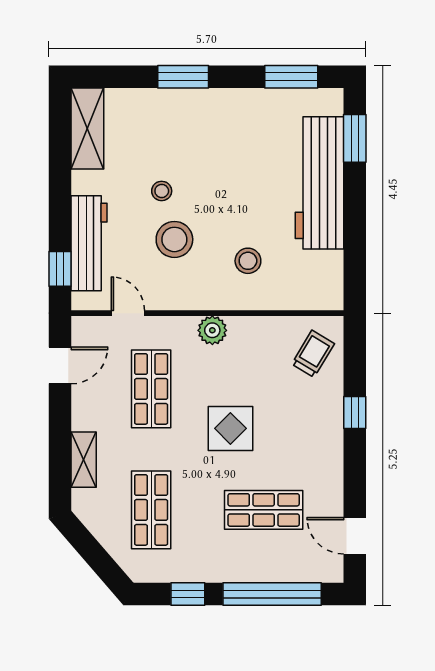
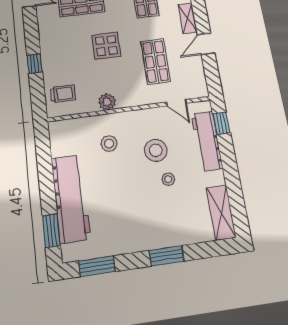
plant: (212, 330) -> (107, 102), moved
trolley: (313, 354) -> (63, 94), turned -121
door: (60, 365) -> (206, 44), moved

